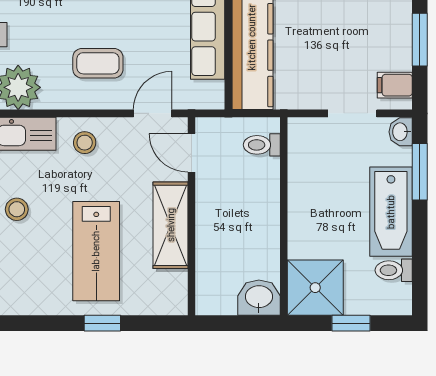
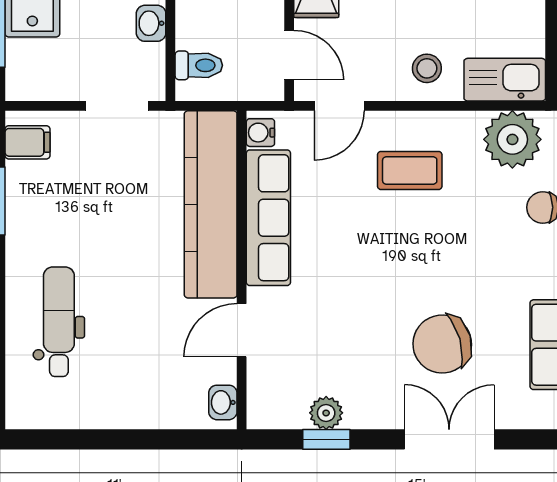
water cooler: (214, 93) -> (260, 133), added
doorway: (352, 113) -> (117, 106), moved
washbasin: (401, 132) -> (151, 23), moved, turned 180

